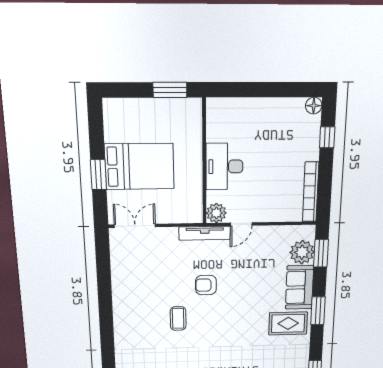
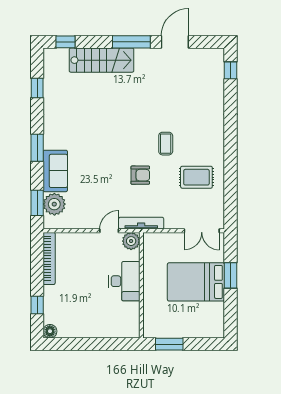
rug: (288, 323) -> (196, 177), moved

